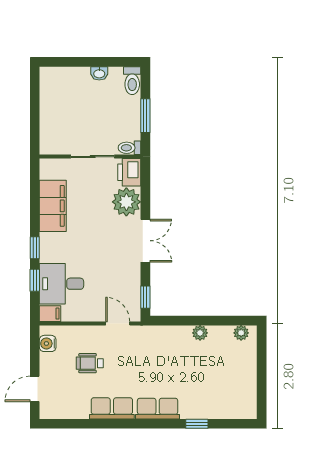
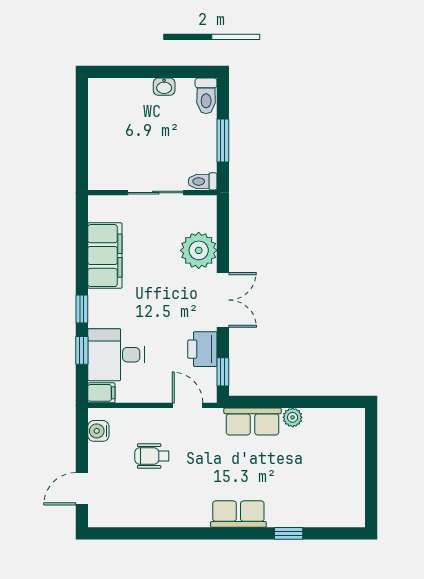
printer: (129, 172) -> (202, 349), moved
plant: (241, 333) -> (345, 417), removed
row of seats: (112, 408) -> (252, 421), moved, turned 180

